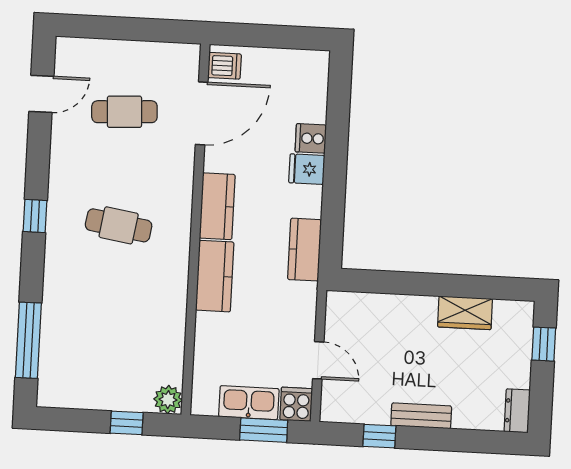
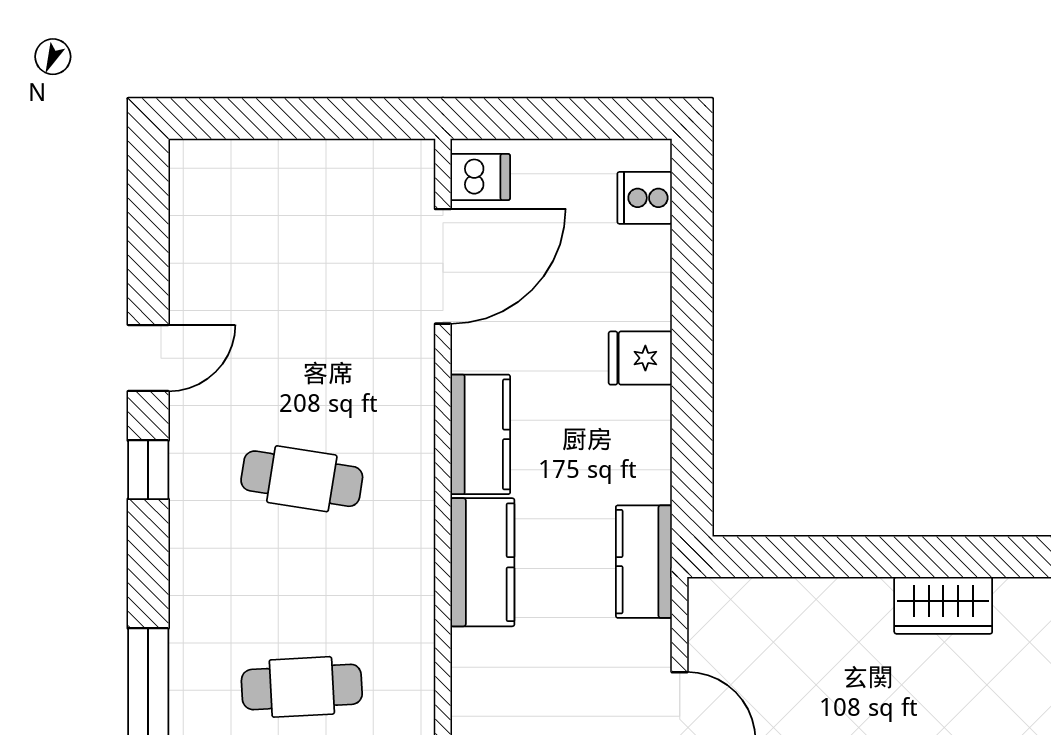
door: (41, 94) -> (148, 358), moved
cafe table: (124, 112) -> (302, 687), moved
cooker: (311, 138) -> (645, 198), moved
kitchen counter: (304, 250) -> (644, 562), moved

